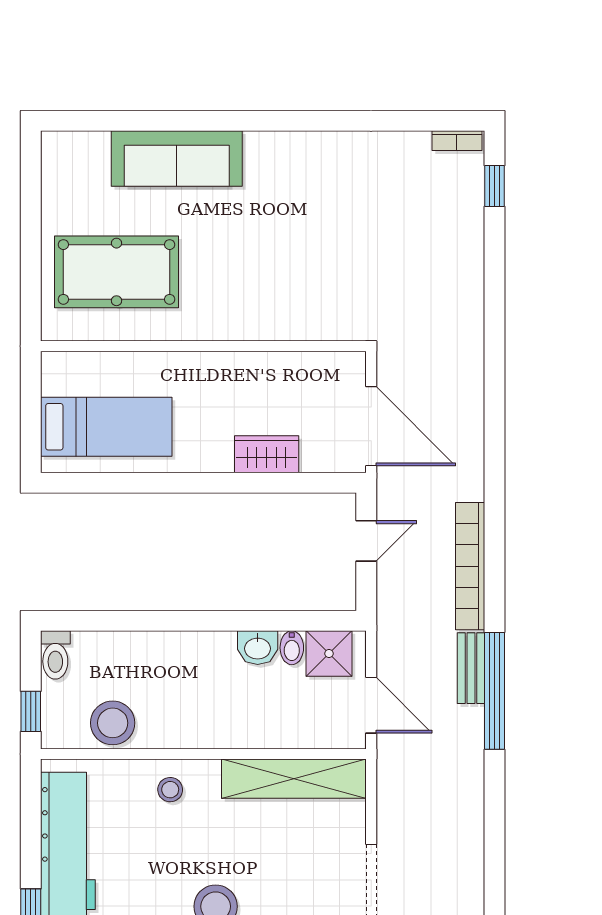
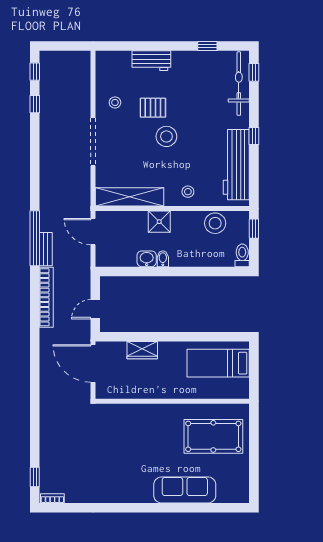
bidet: (292, 648) -> (163, 259), moved
shower: (329, 654) -> (159, 222), moved

